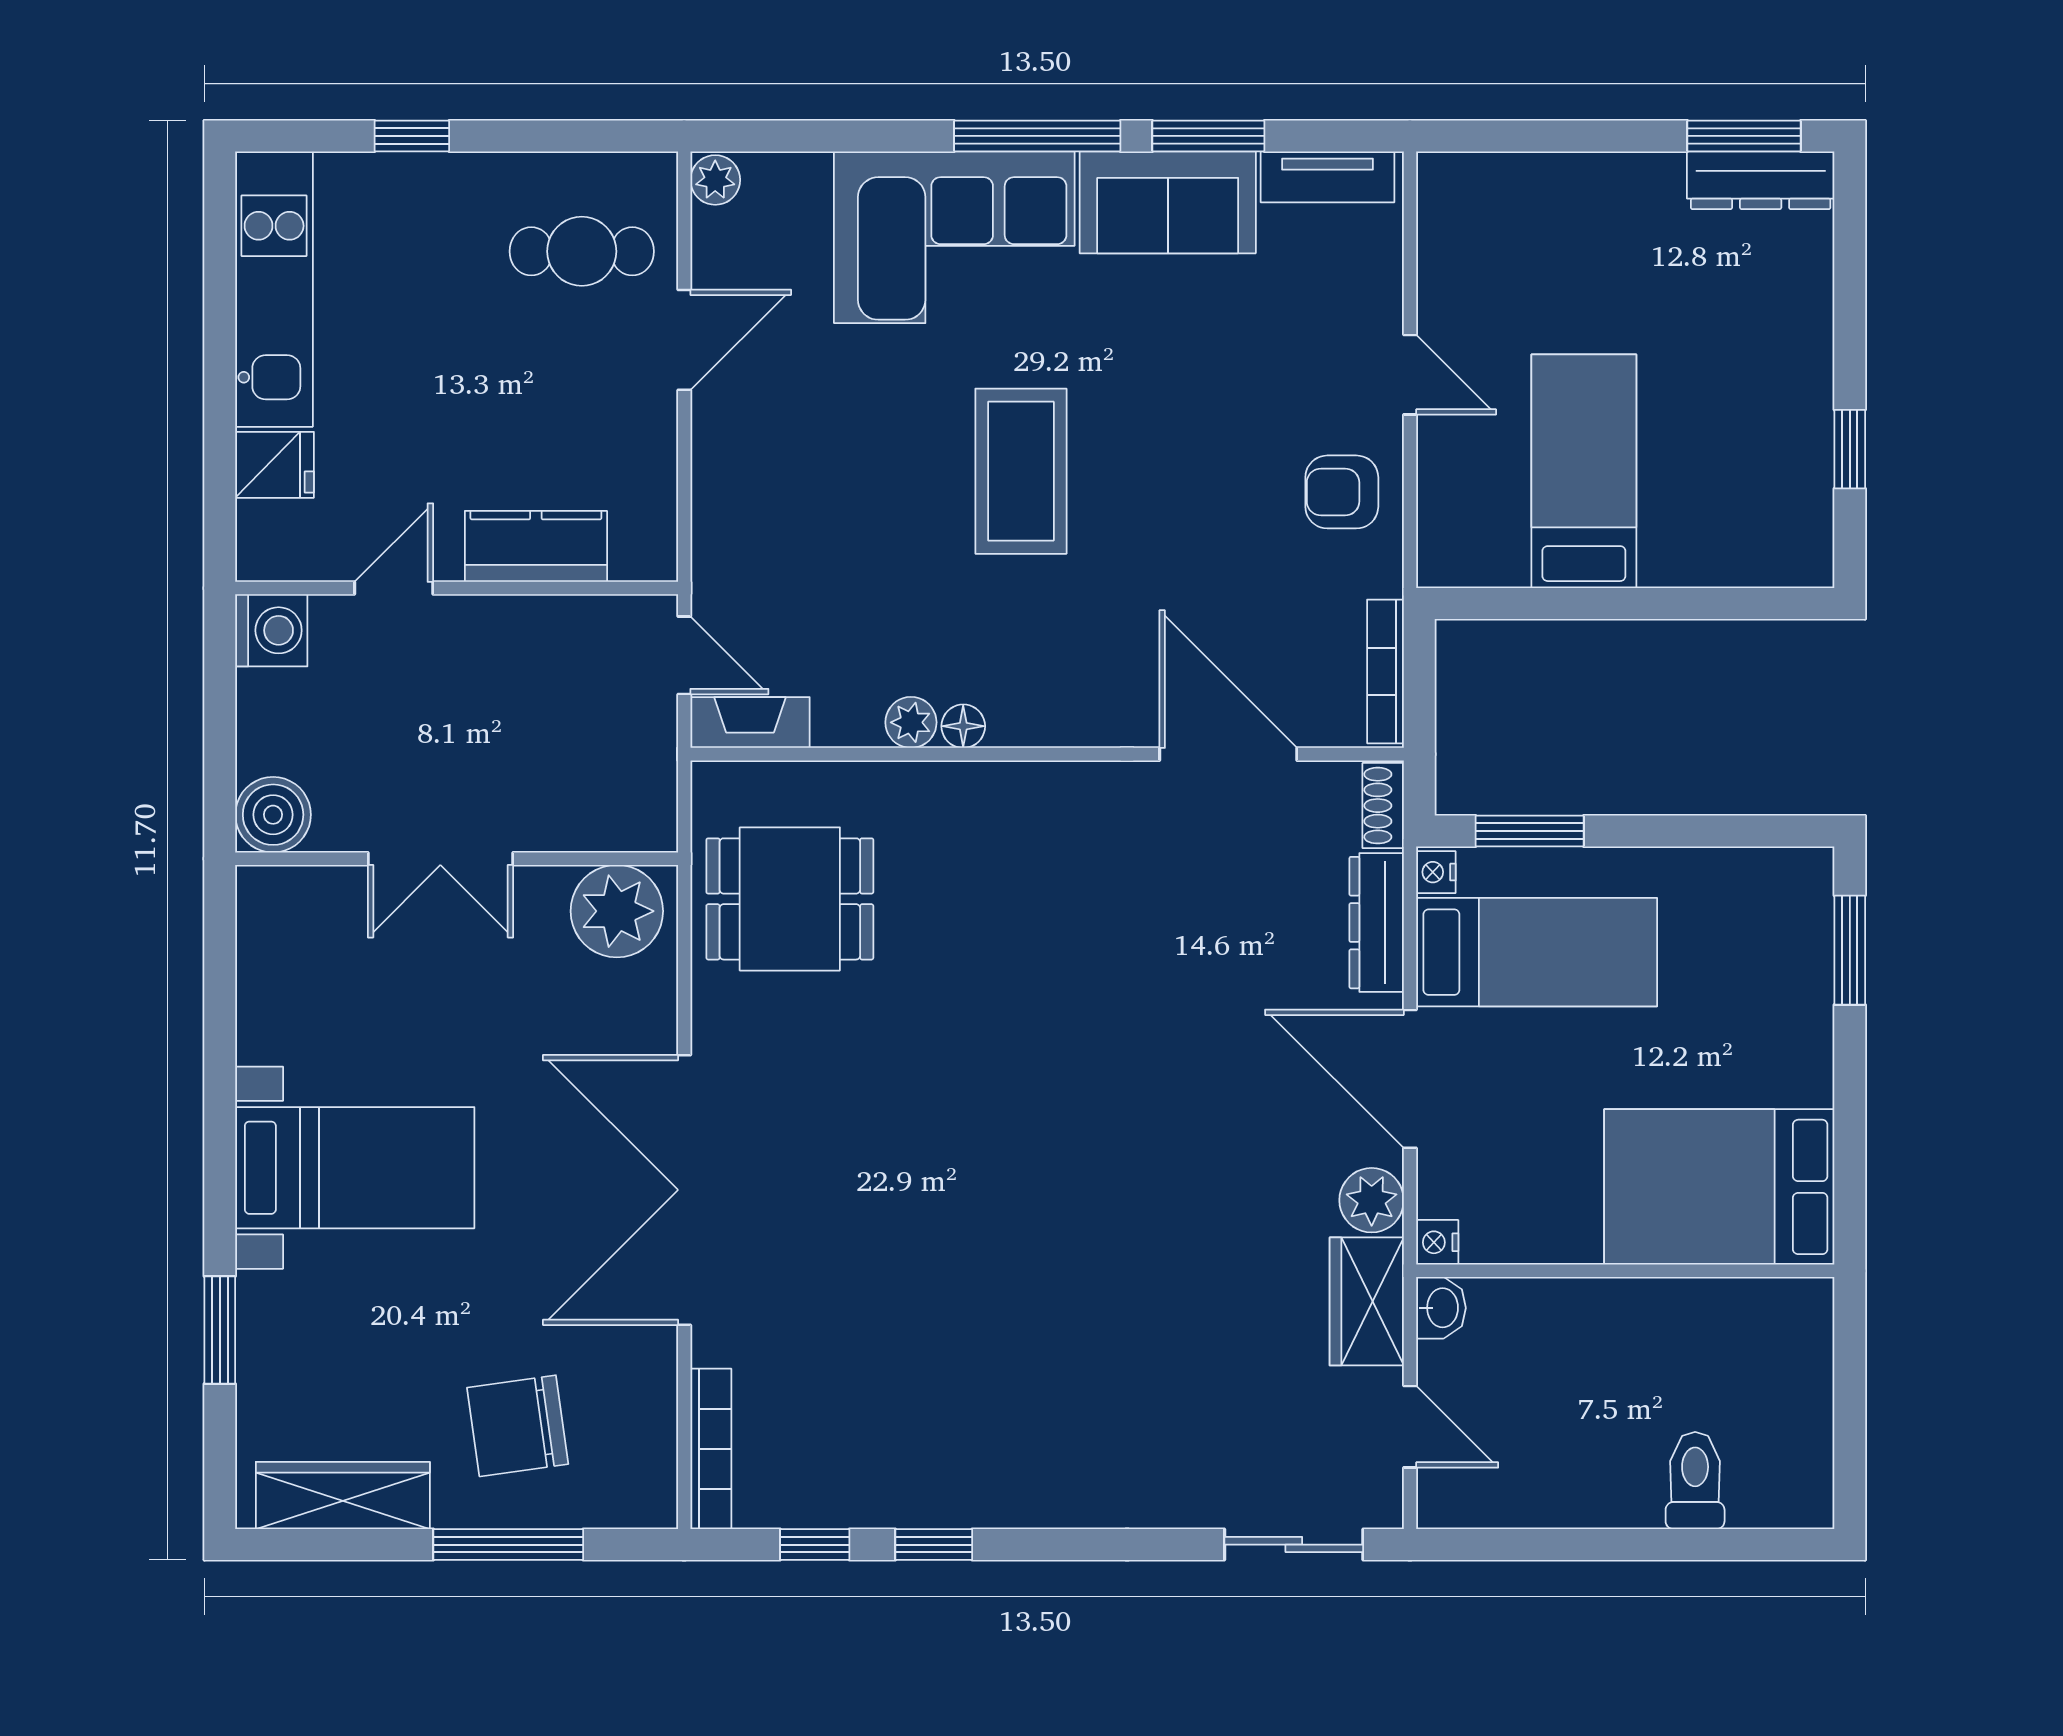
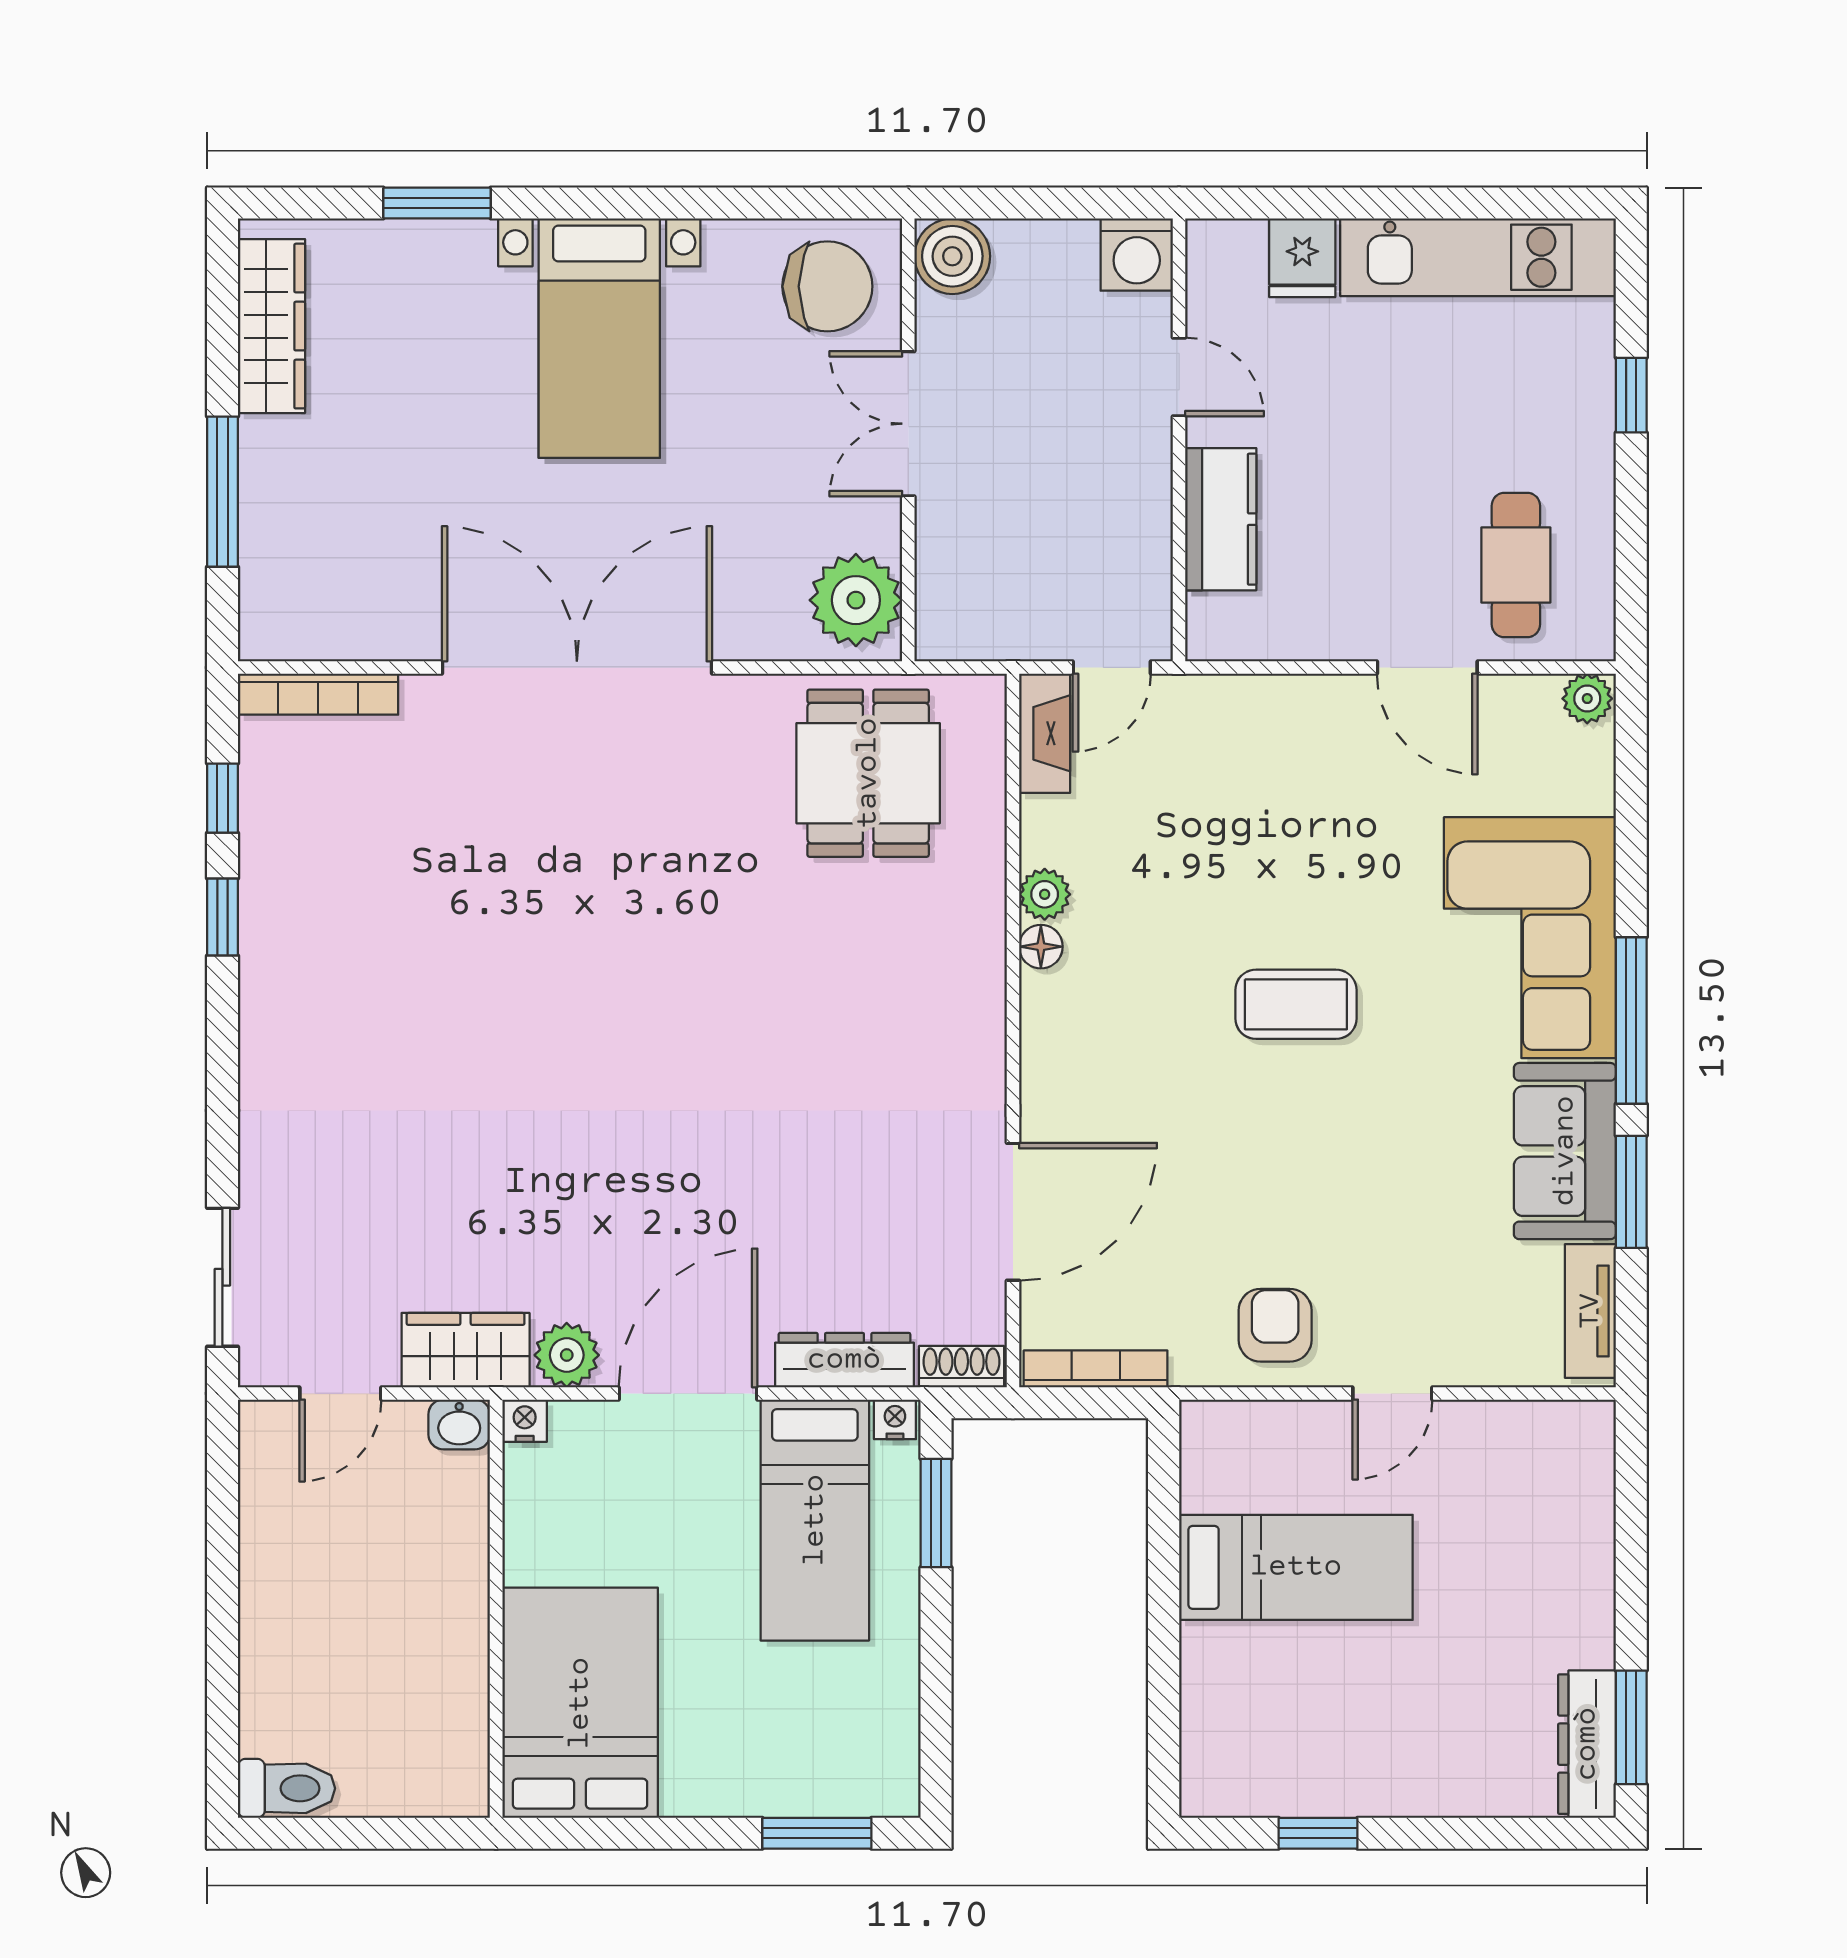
coffee table: (1021, 471) -> (1296, 1004), width x0.73, depth x0.76
chair: (518, 1426) -> (827, 286), moved, turned 98
toilet: (1695, 1481) -> (286, 1788), moved

